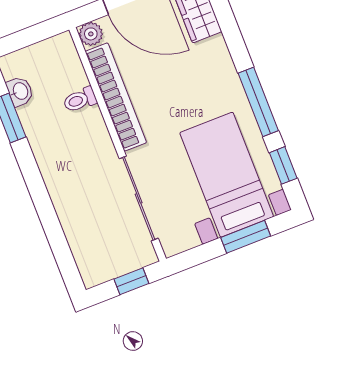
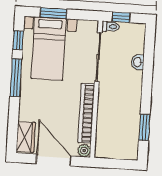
washbasin: (20, 91) -> (138, 62), moved
toilet: (80, 100) -> (111, 27), moved

